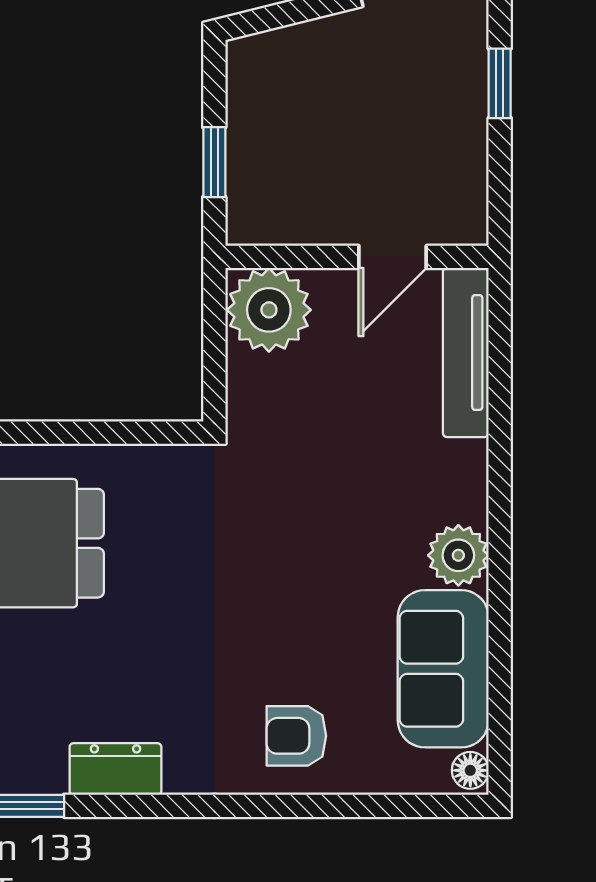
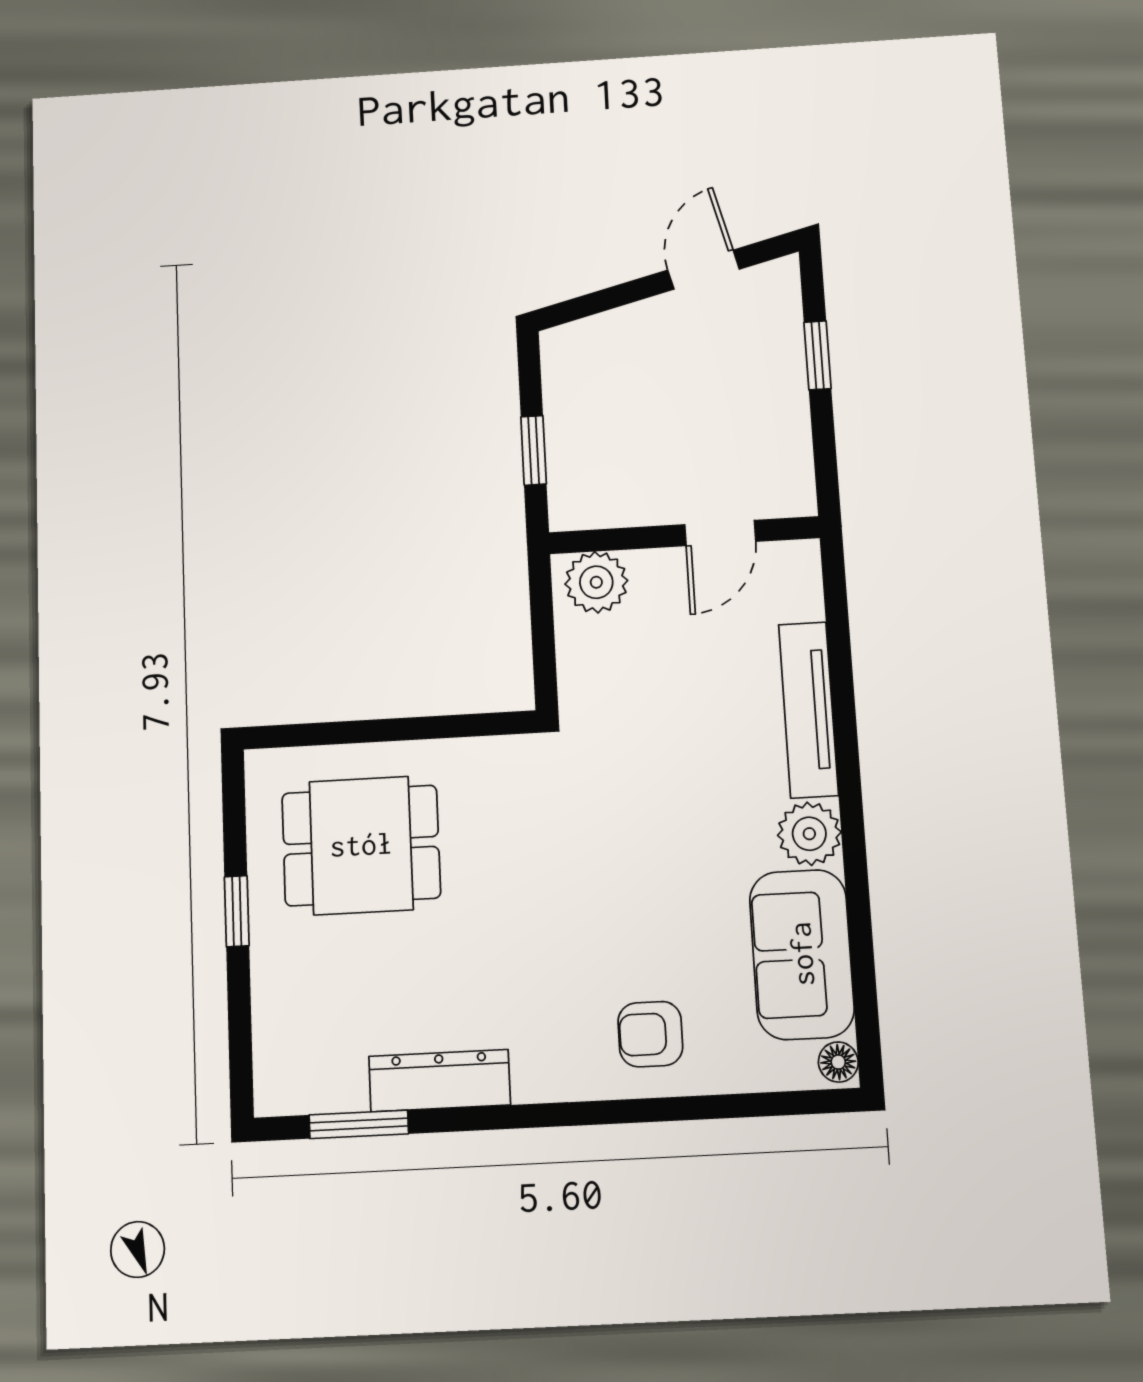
plant: (269, 310) -> (596, 582), width x0.73, depth x0.73
tv unit: (466, 352) -> (808, 710), moved
dresser: (115, 769) -> (440, 1081), width x1.44

